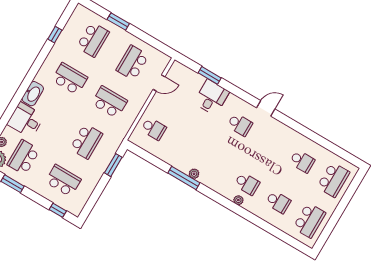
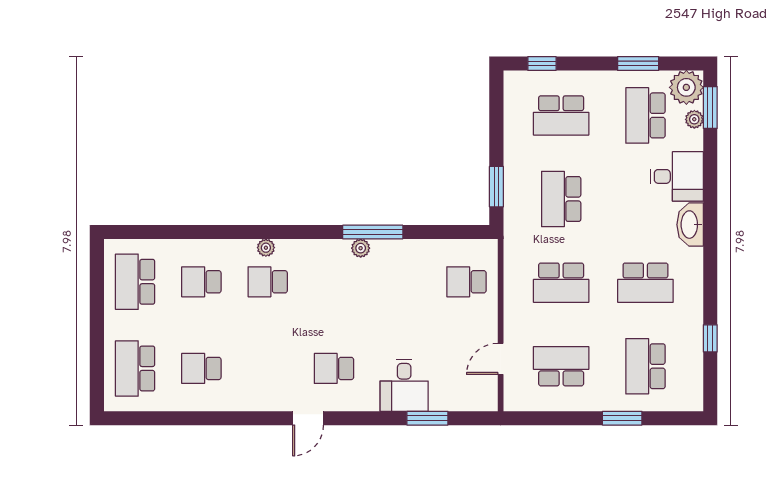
school desk: (132, 63) -> (561, 366), turned -90
school desk: (23, 157) -> (645, 115), turned 180

